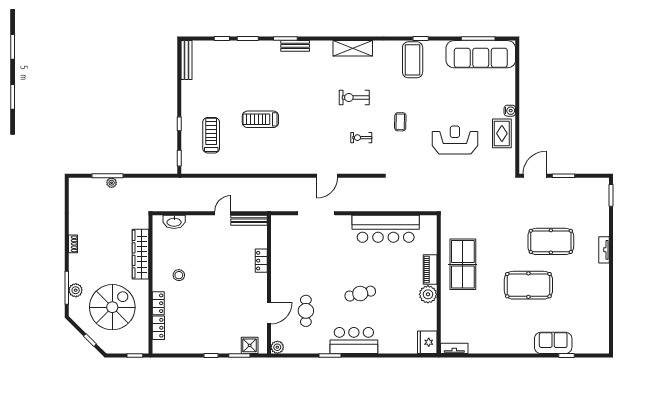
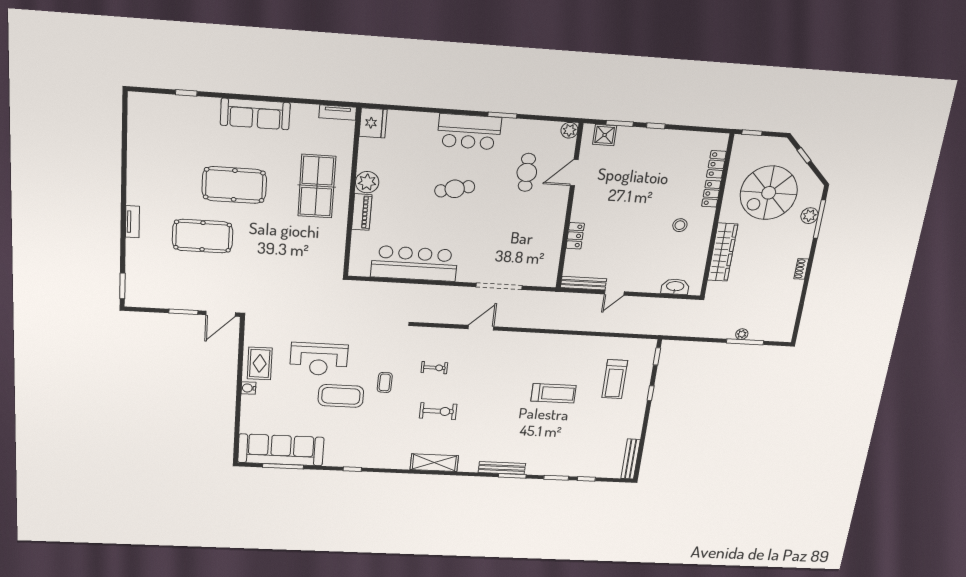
bench: (295, 46) -> (502, 468), width x1.36
coffee table: (413, 60) -> (341, 396), moved, turned 90
table tennis table: (463, 264) -> (317, 186), moved
sofa: (553, 343) -> (255, 114), moved, width x1.36

